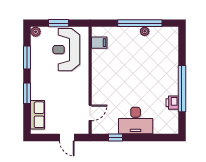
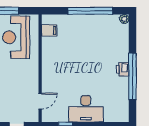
plant: (145, 31) -> (124, 19), moved
printer: (172, 103) -> (123, 69), moved

